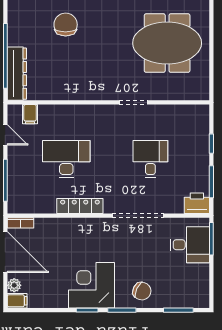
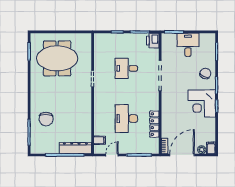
chair: (66, 25) -> (46, 119), turned -90
meeting table: (167, 43) -> (57, 58), turned 90
locker: (80, 206) -> (154, 124), moved
desk: (190, 245) -> (188, 45), moved

